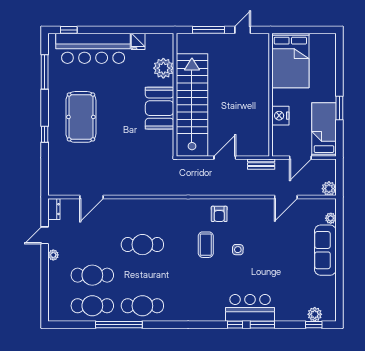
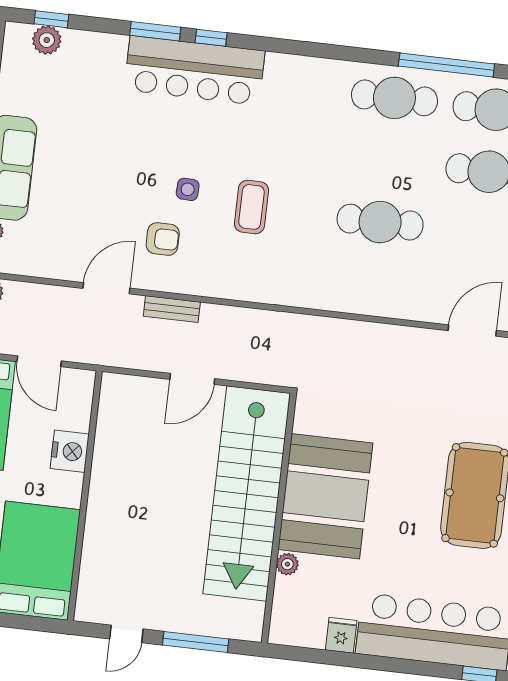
plant: (163, 68) -> (287, 564), width x0.53, depth x0.53
booth: (160, 108) -> (325, 496), width x1.36, depth x1.42
door: (300, 158) -> (39, 361), swing flipped
bench: (261, 164) -> (172, 309), moved
door: (286, 197) -> (106, 288), moved
armchair: (219, 214) -> (163, 239), moved, turned 90
bar counter: (250, 308) -> (195, 70), width x1.36

